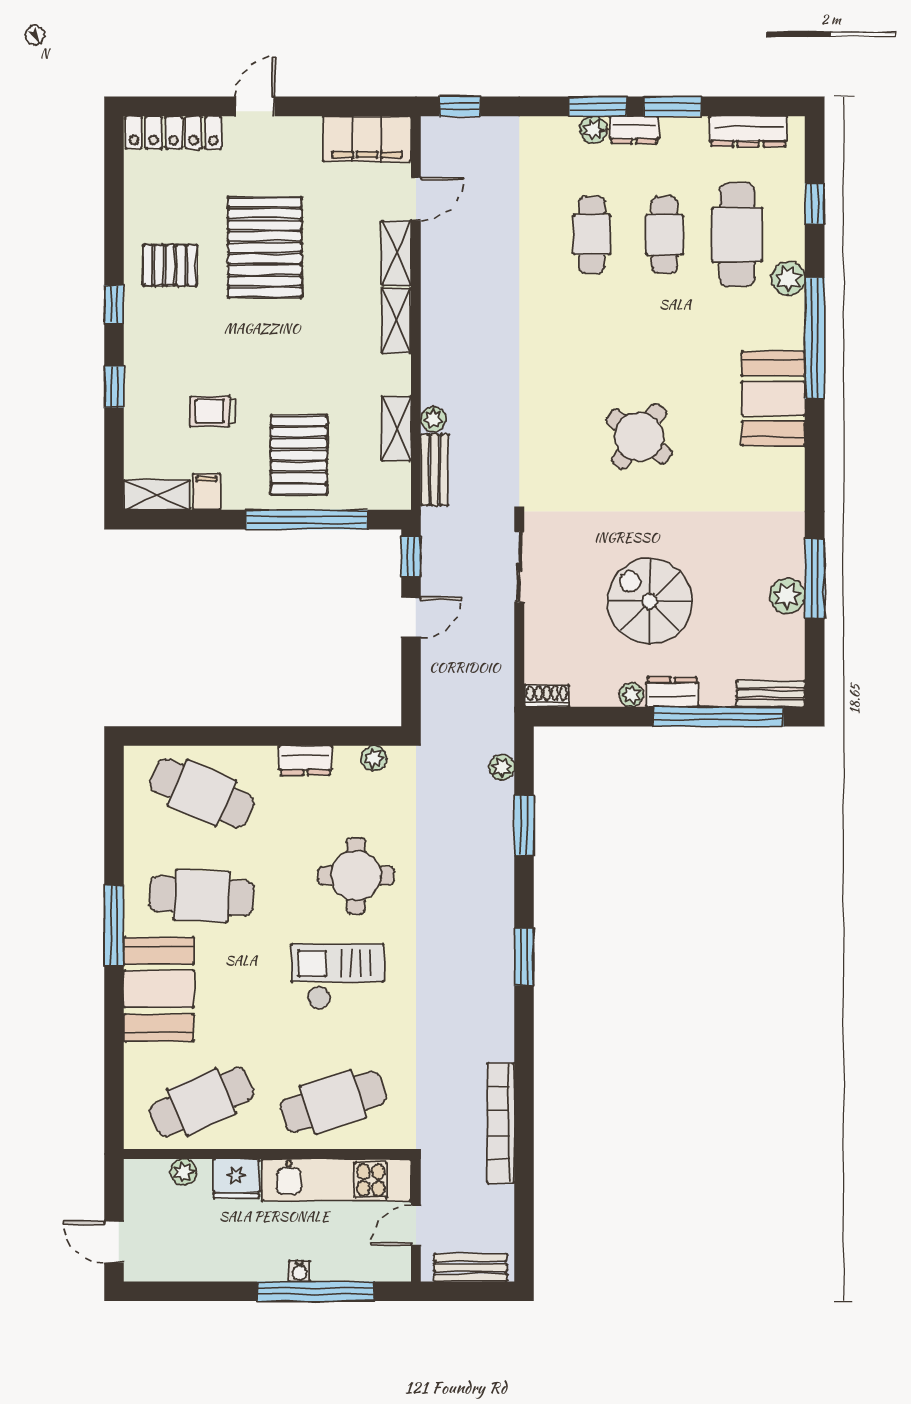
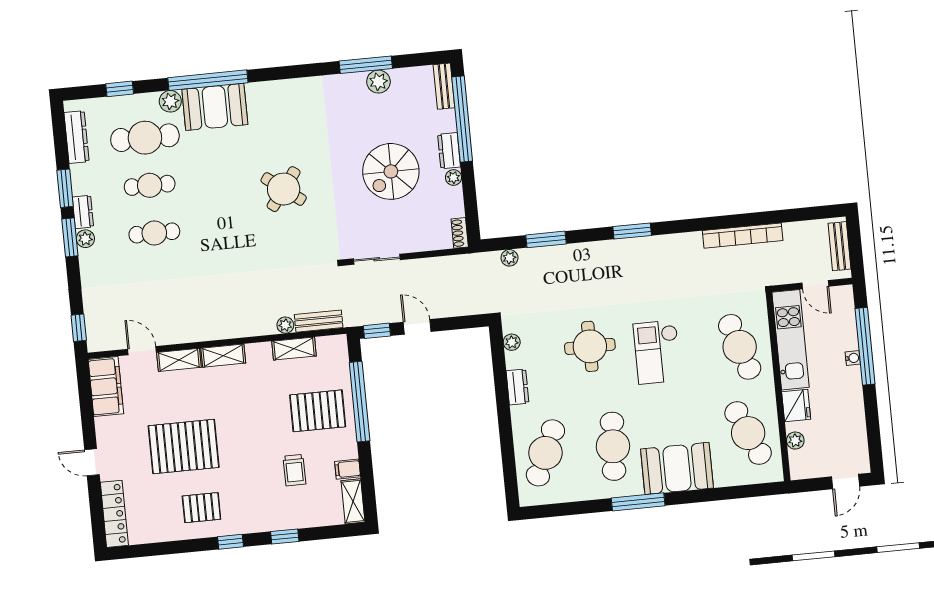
pallet: (170, 265) -> (201, 508), turned 90
booth: (773, 398) -> (215, 107), moved

